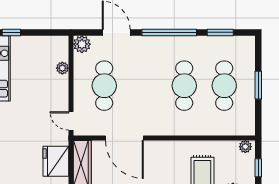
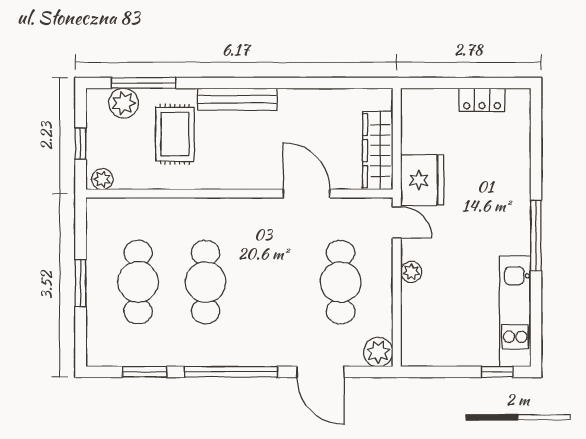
plant: (62, 68) -> (411, 272), moved
door: (124, 138) -> (306, 194), width x0.73
fridge: (56, 161) -> (422, 180), moved

